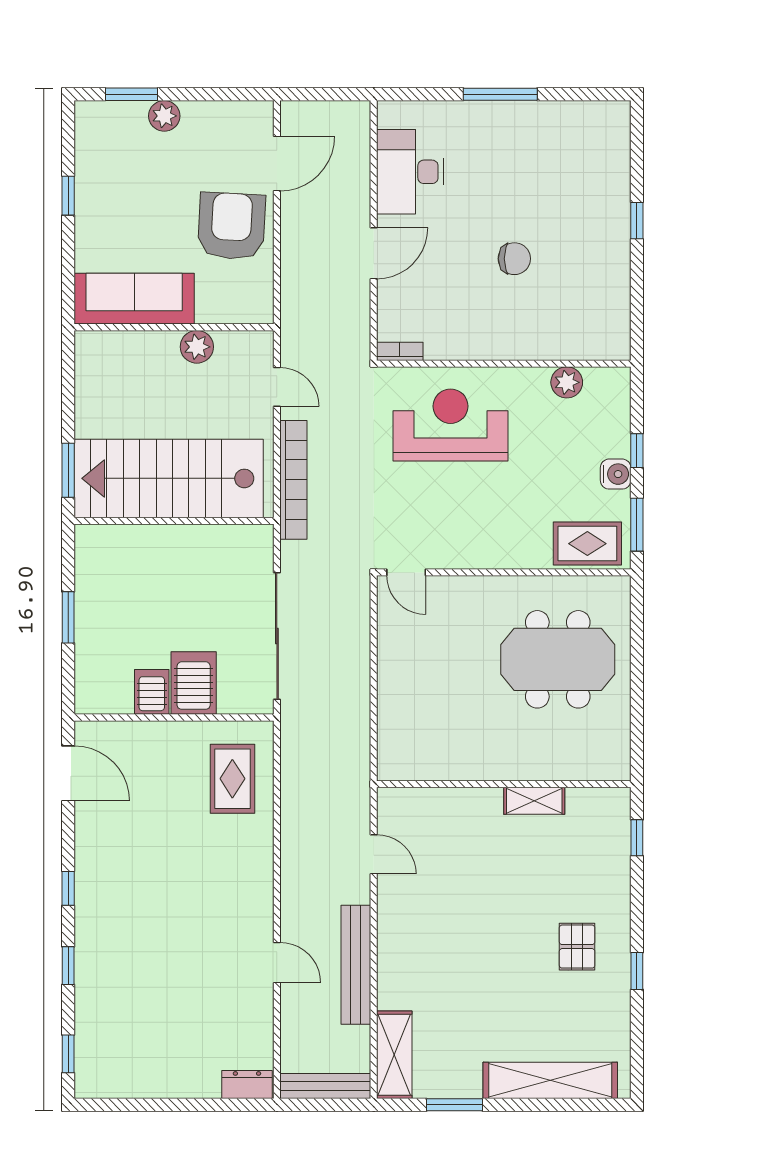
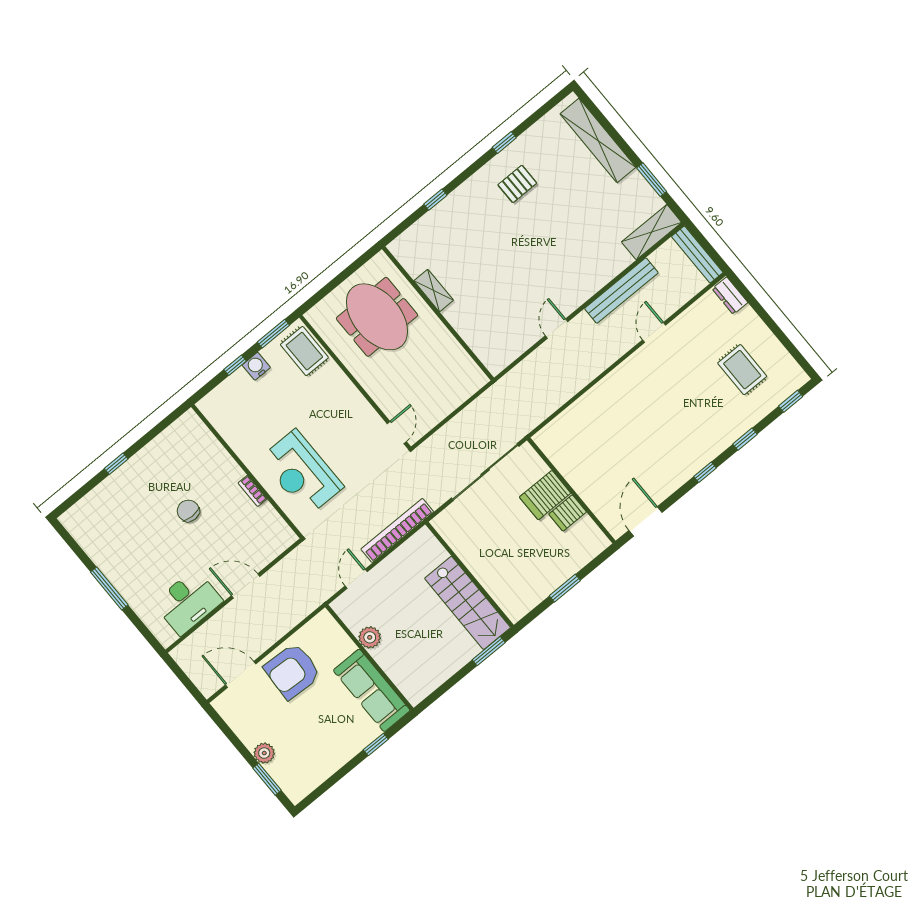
window: (68, 196) -> (376, 744), moved
bookcase: (400, 351) -> (252, 491), moved
plant: (567, 382) -> (230, 431), removed
stairs: (169, 478) -> (468, 603), width x0.73, depth x0.66
rug: (232, 779) -> (742, 370), moved, turned 90
wall: (504, 784) -> (438, 313), moved
shelving: (534, 801) -> (434, 291), moved

